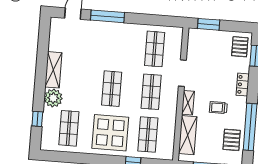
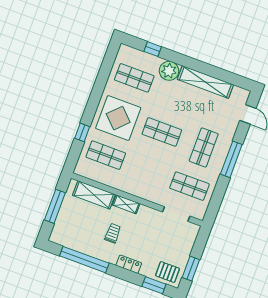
window: (107, 16) -> (231, 159), moved
window: (209, 24) -> (191, 269), moved
shelving: (53, 70) -> (205, 82), width x1.47
doorway: (182, 73) -> (176, 214), moved
shop shelf: (151, 92) -> (204, 147), moved, turned 90
pallet: (232, 140) -> (77, 237), removed

